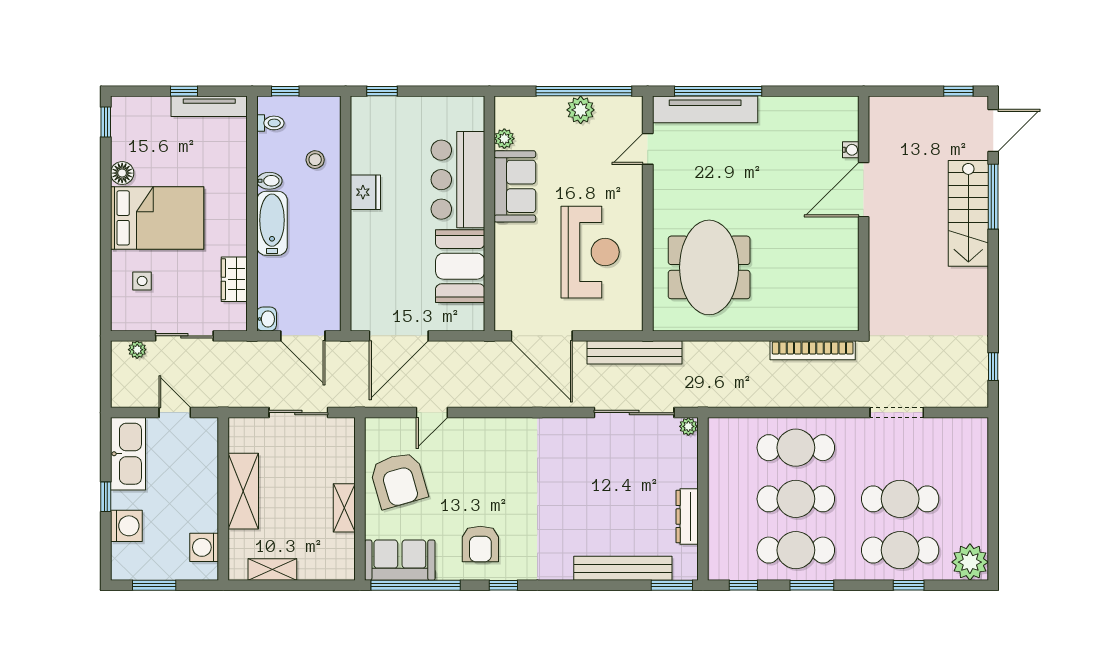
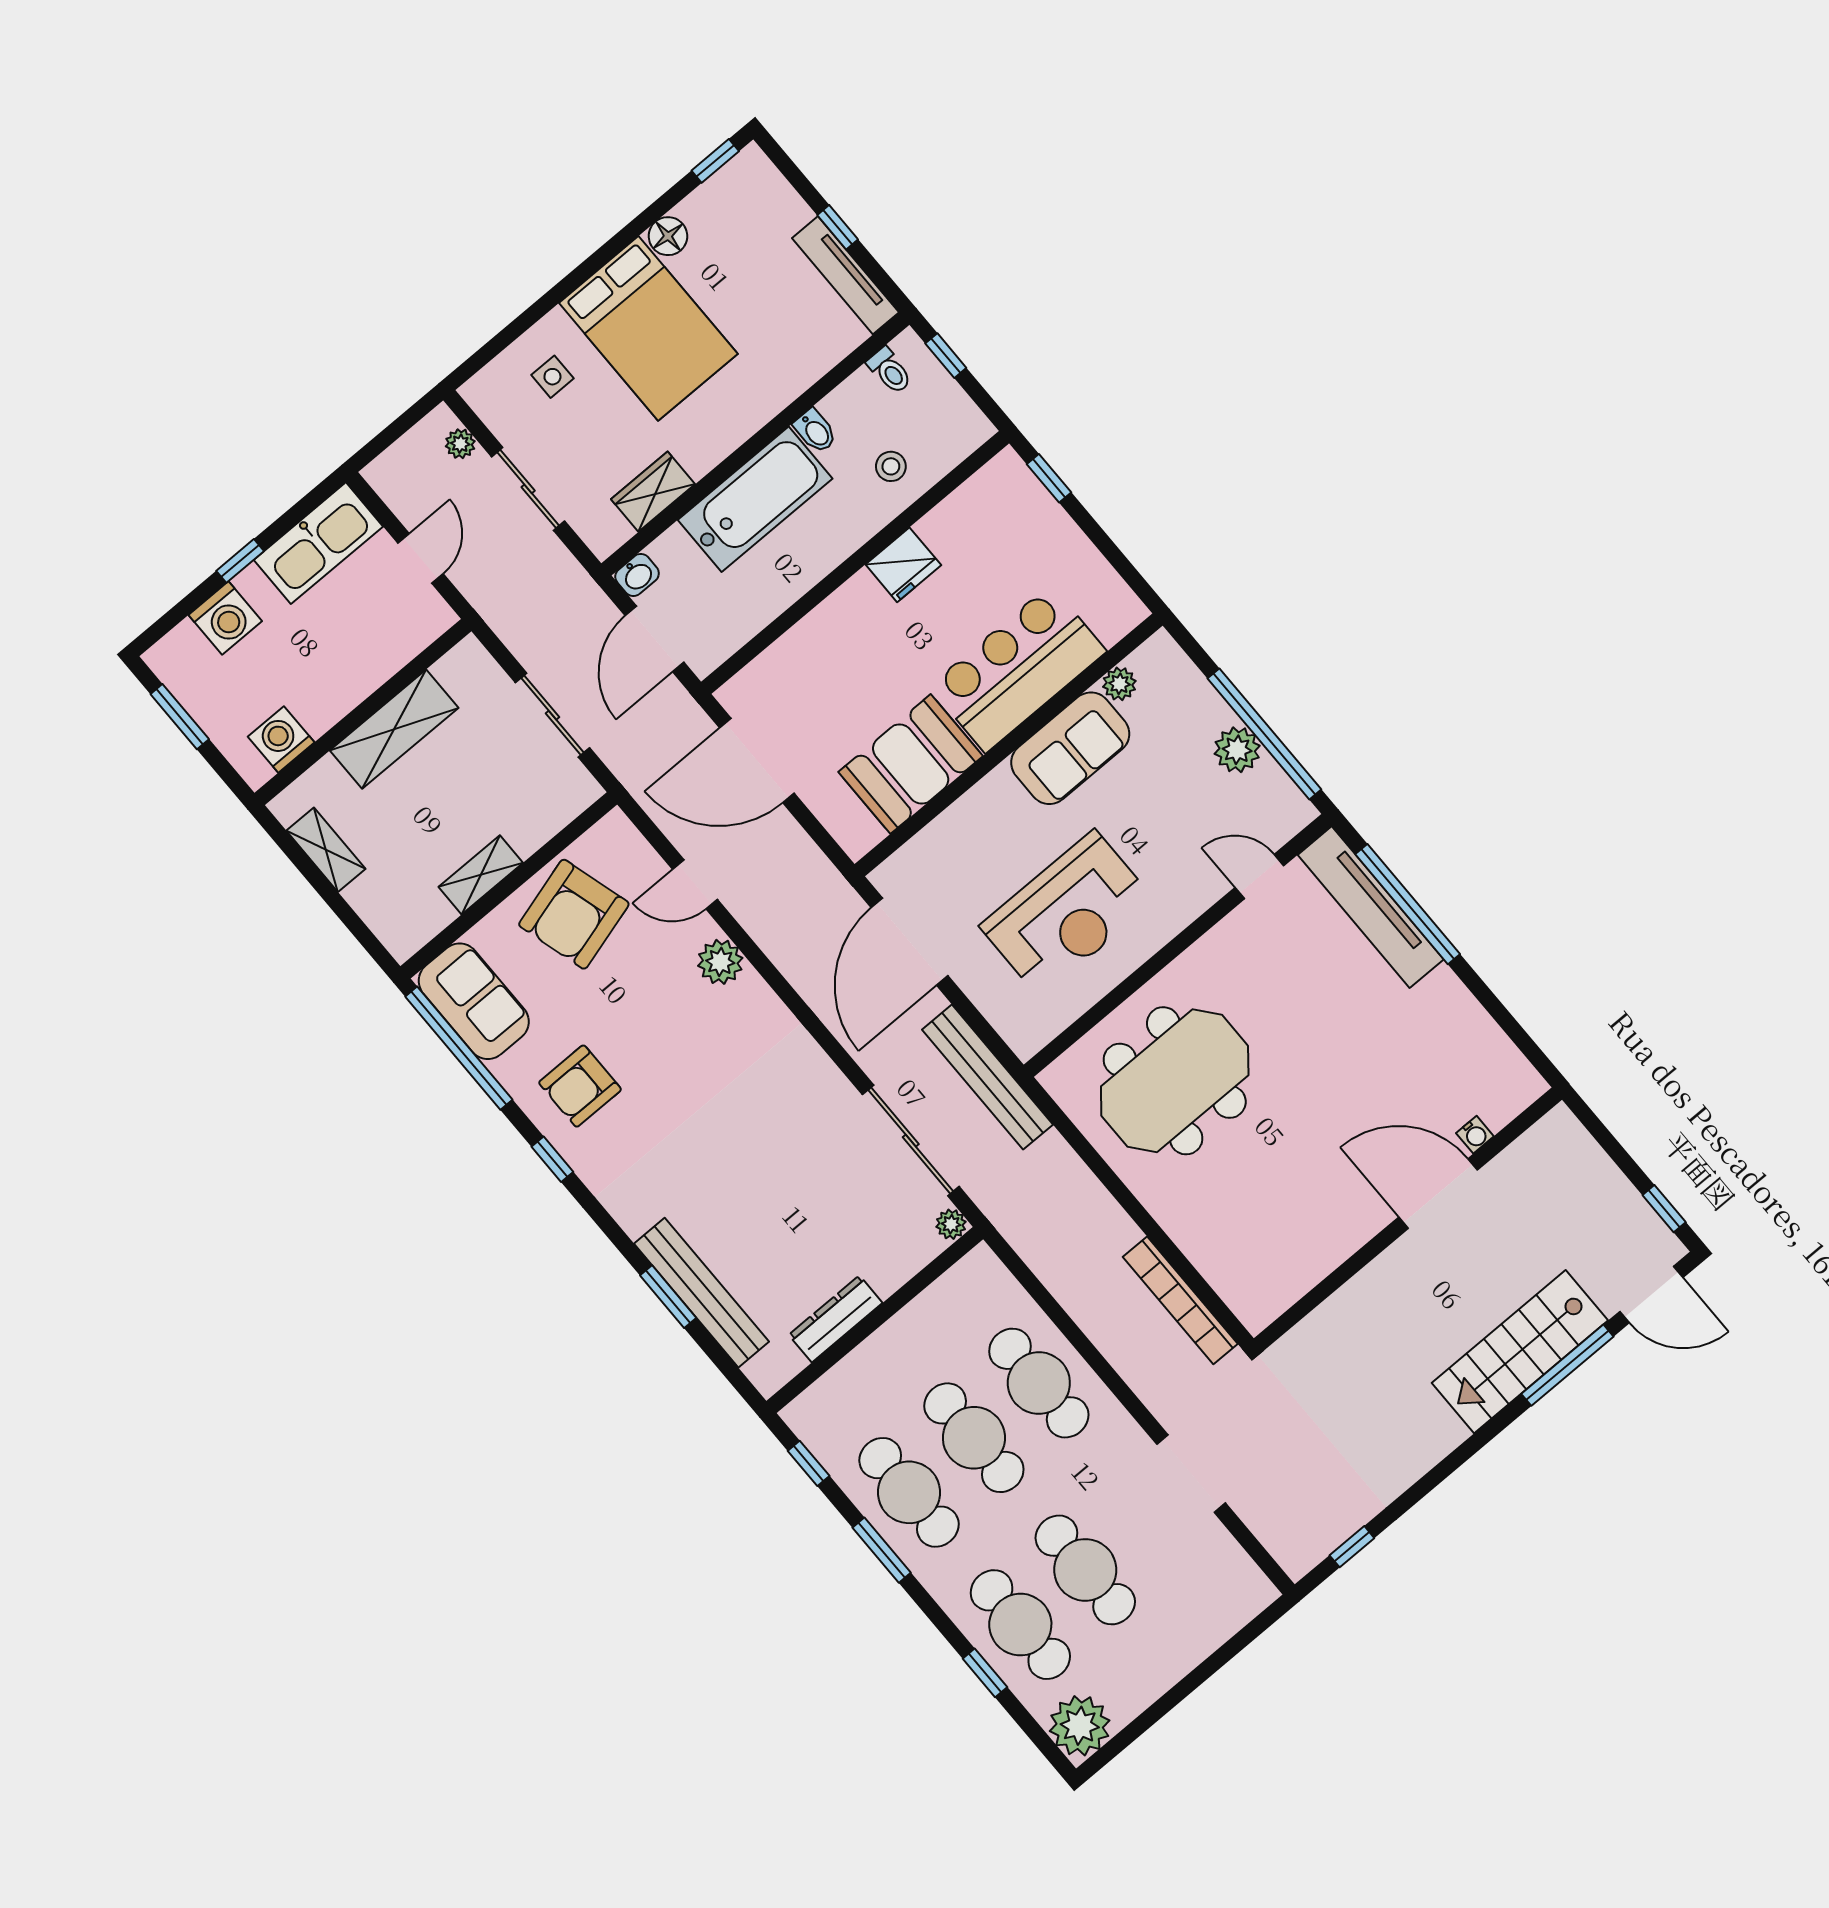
bathtub: (272, 223) -> (755, 499), width x1.36, depth x1.36
plant: (478, 431) -> (720, 962), added
window: (672, 585) -> (668, 1297), moved

